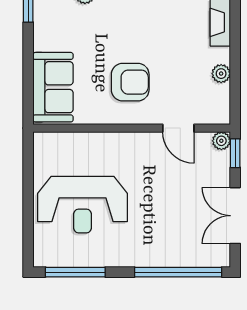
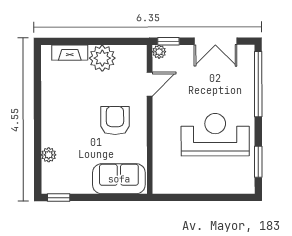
plant: (221, 74) -> (102, 58), width x1.87, depth x1.87
reception desk: (83, 205) -> (215, 135), moved, turned -90
window: (75, 272) -> (258, 162), width x0.69

